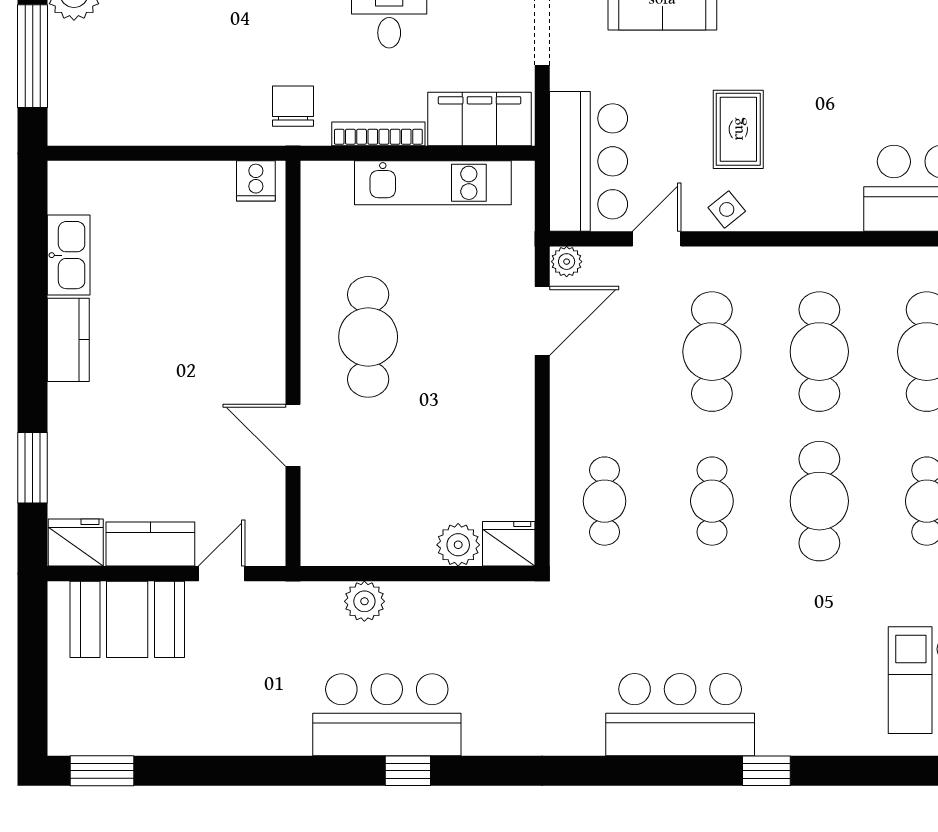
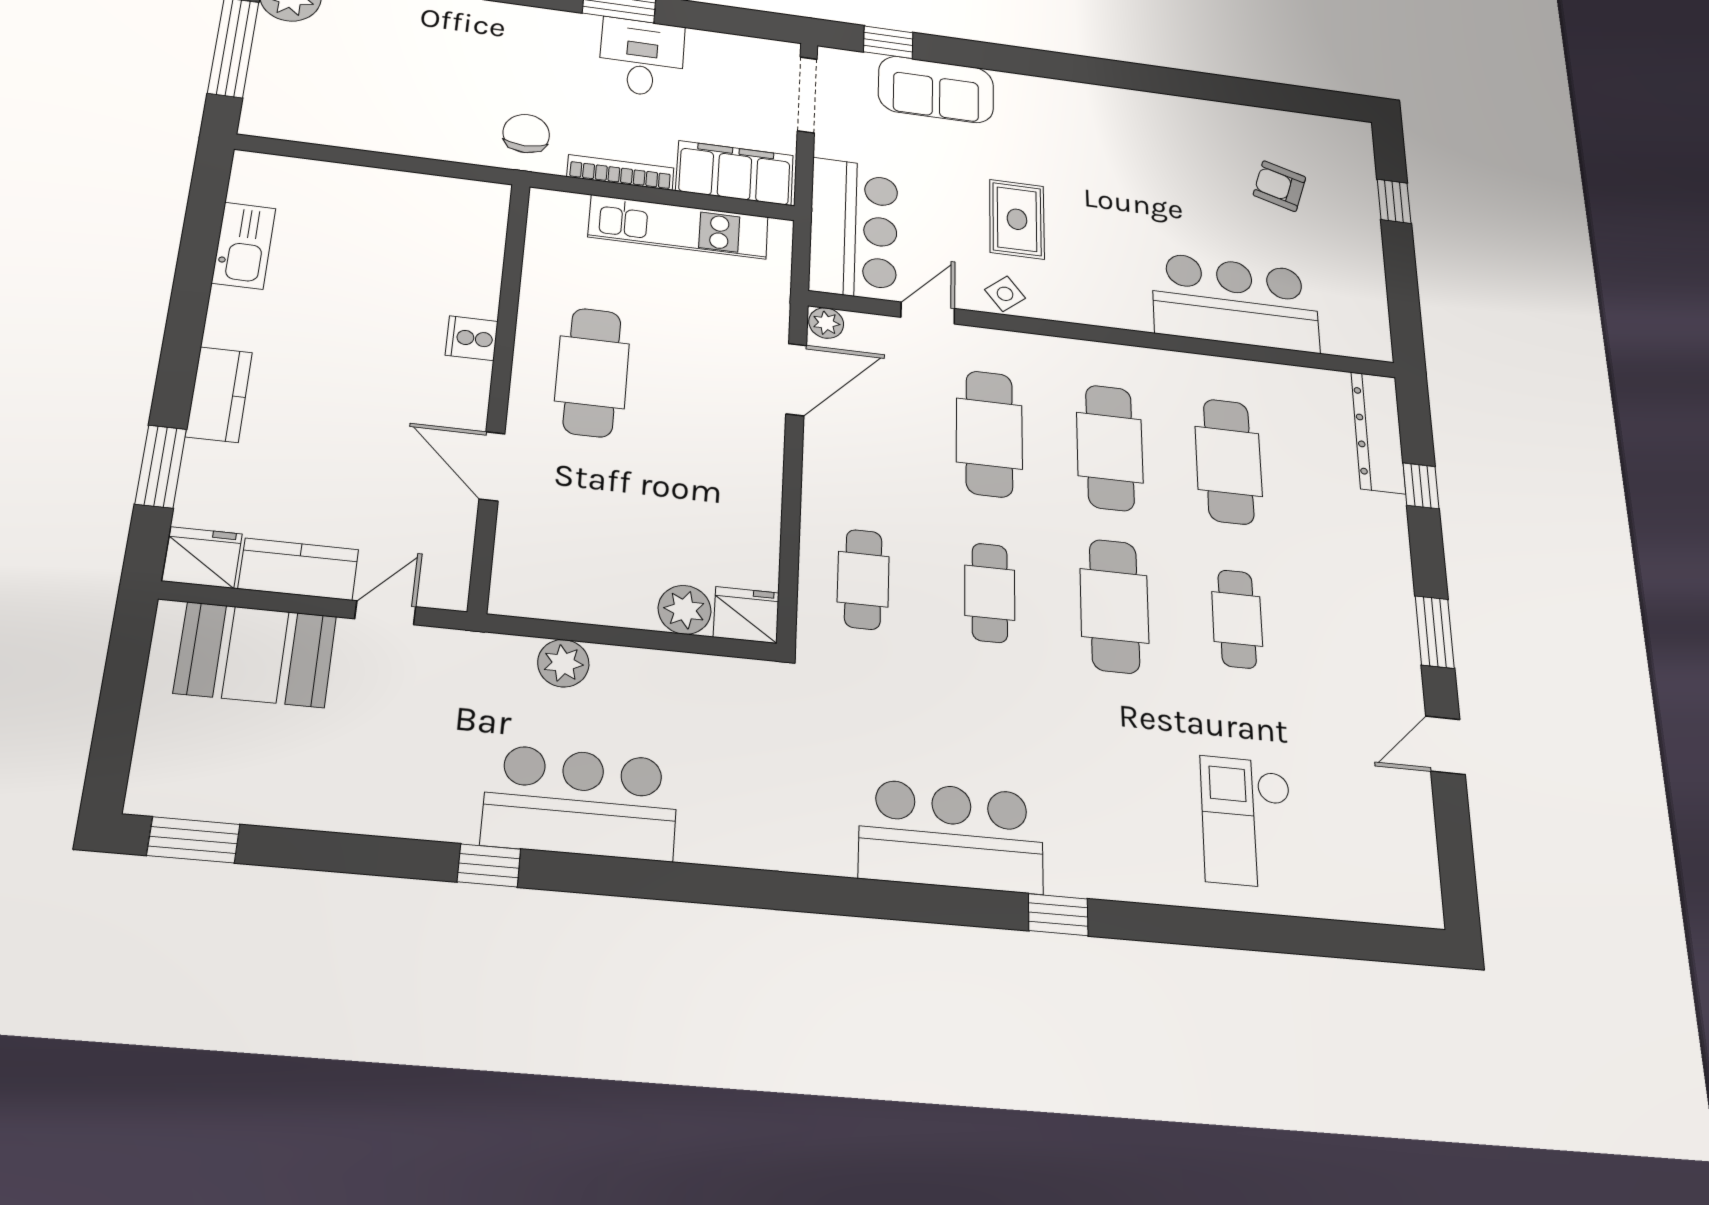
cooker: (256, 181) -> (472, 338), moved, turned 90
kitchen counter: (68, 340) -> (219, 394), moved
window: (408, 771) -> (489, 865), moved

